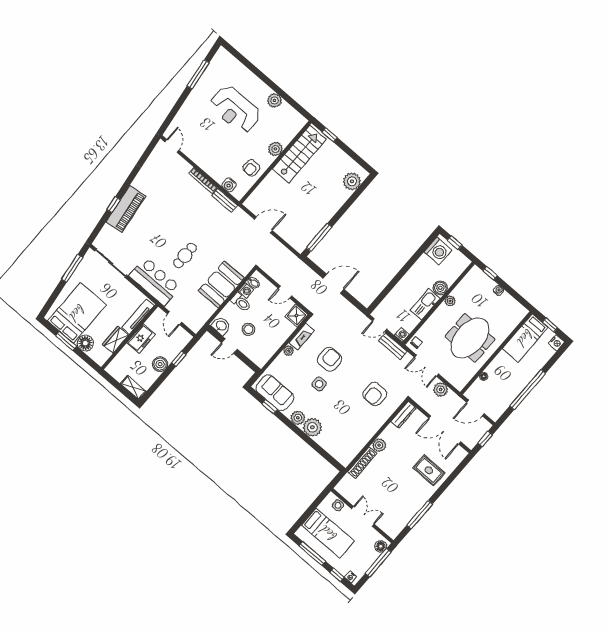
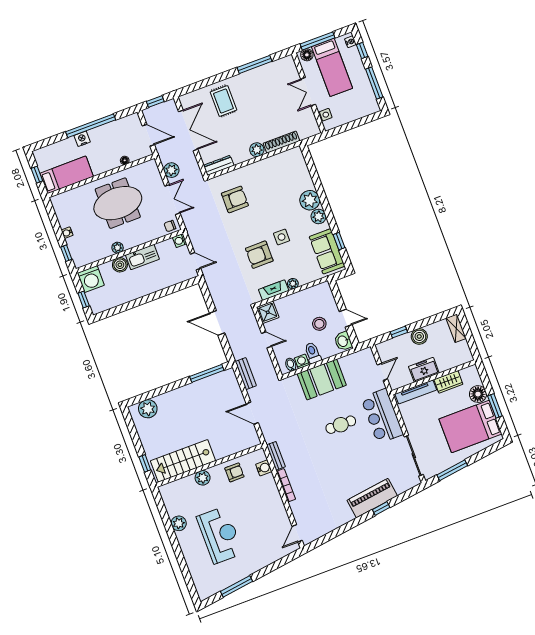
washing machine: (438, 251) -> (91, 279), moved, turned 180
nightstand: (556, 343) -> (82, 139), moved
bench: (393, 346) -> (246, 374), moved
bed: (328, 533) -> (332, 67), moved, turned 180

